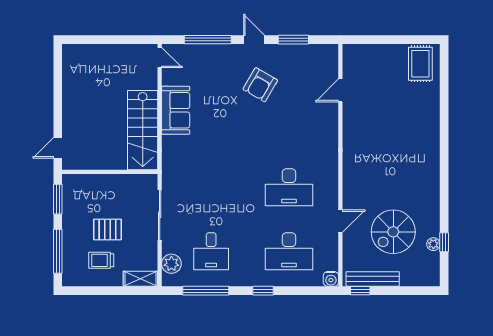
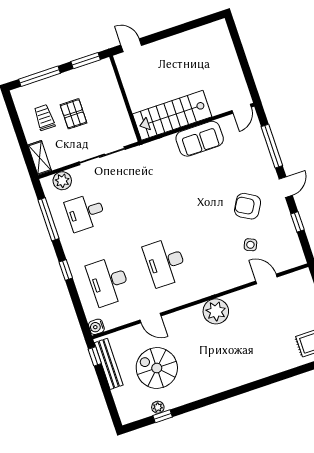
window: (293, 40) -> (297, 222), width x0.67
side table: (300, 95) -> (250, 245), added
plant: (356, 153) -> (216, 311), added

